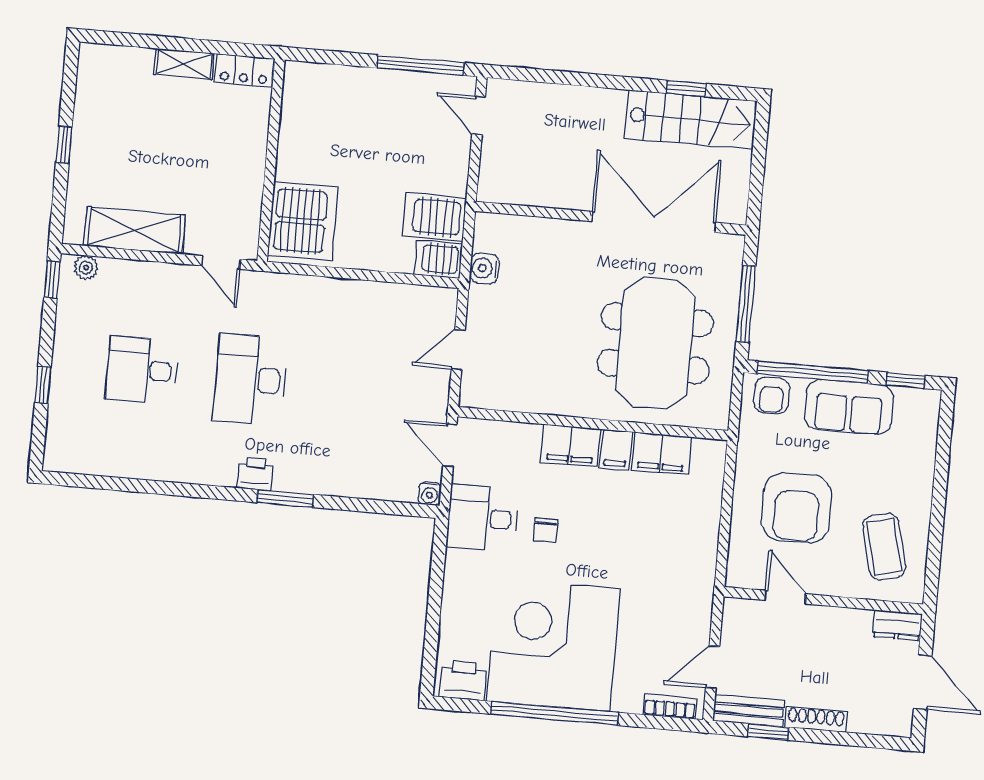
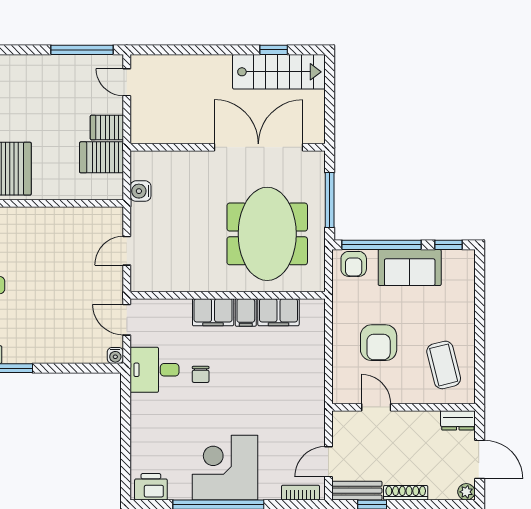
server rack: (438, 259) -> (107, 127), moved
armchair: (797, 508) -> (379, 343), width x0.73, depth x0.73
corner desk: (553, 645) -> (225, 468), width x0.74, depth x0.74
plant: (900, 725) -> (466, 492), added

